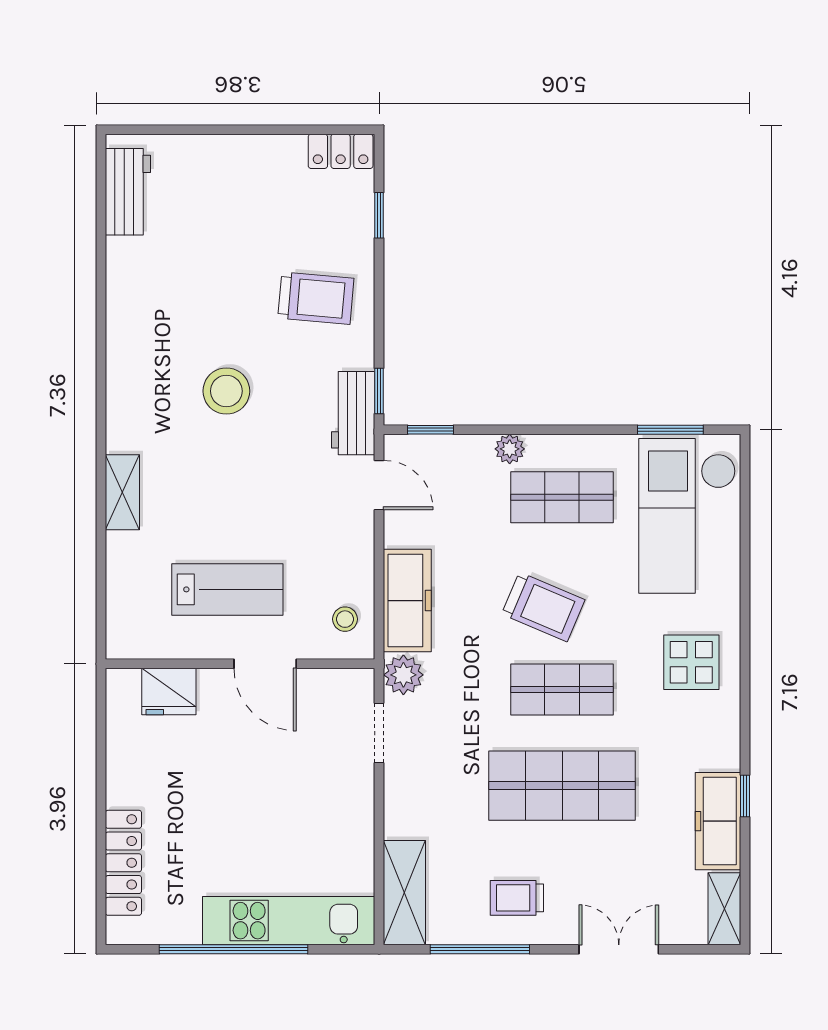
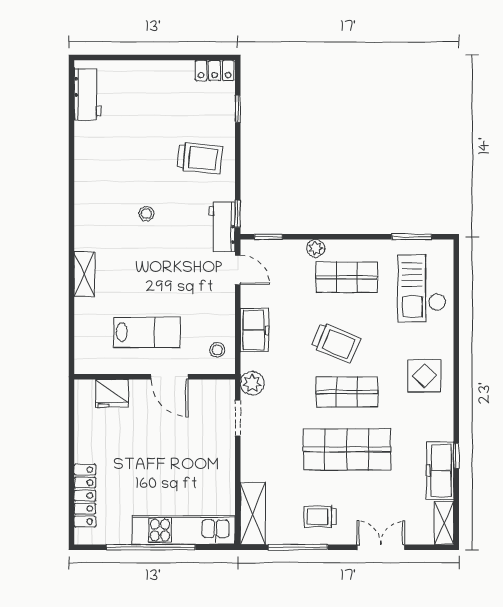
stool: (226, 391) -> (146, 214), width x0.53, depth x0.53
checkout: (687, 516) -> (422, 288), width x0.73, depth x0.83
freezer: (407, 601) -> (255, 330), width x0.71

